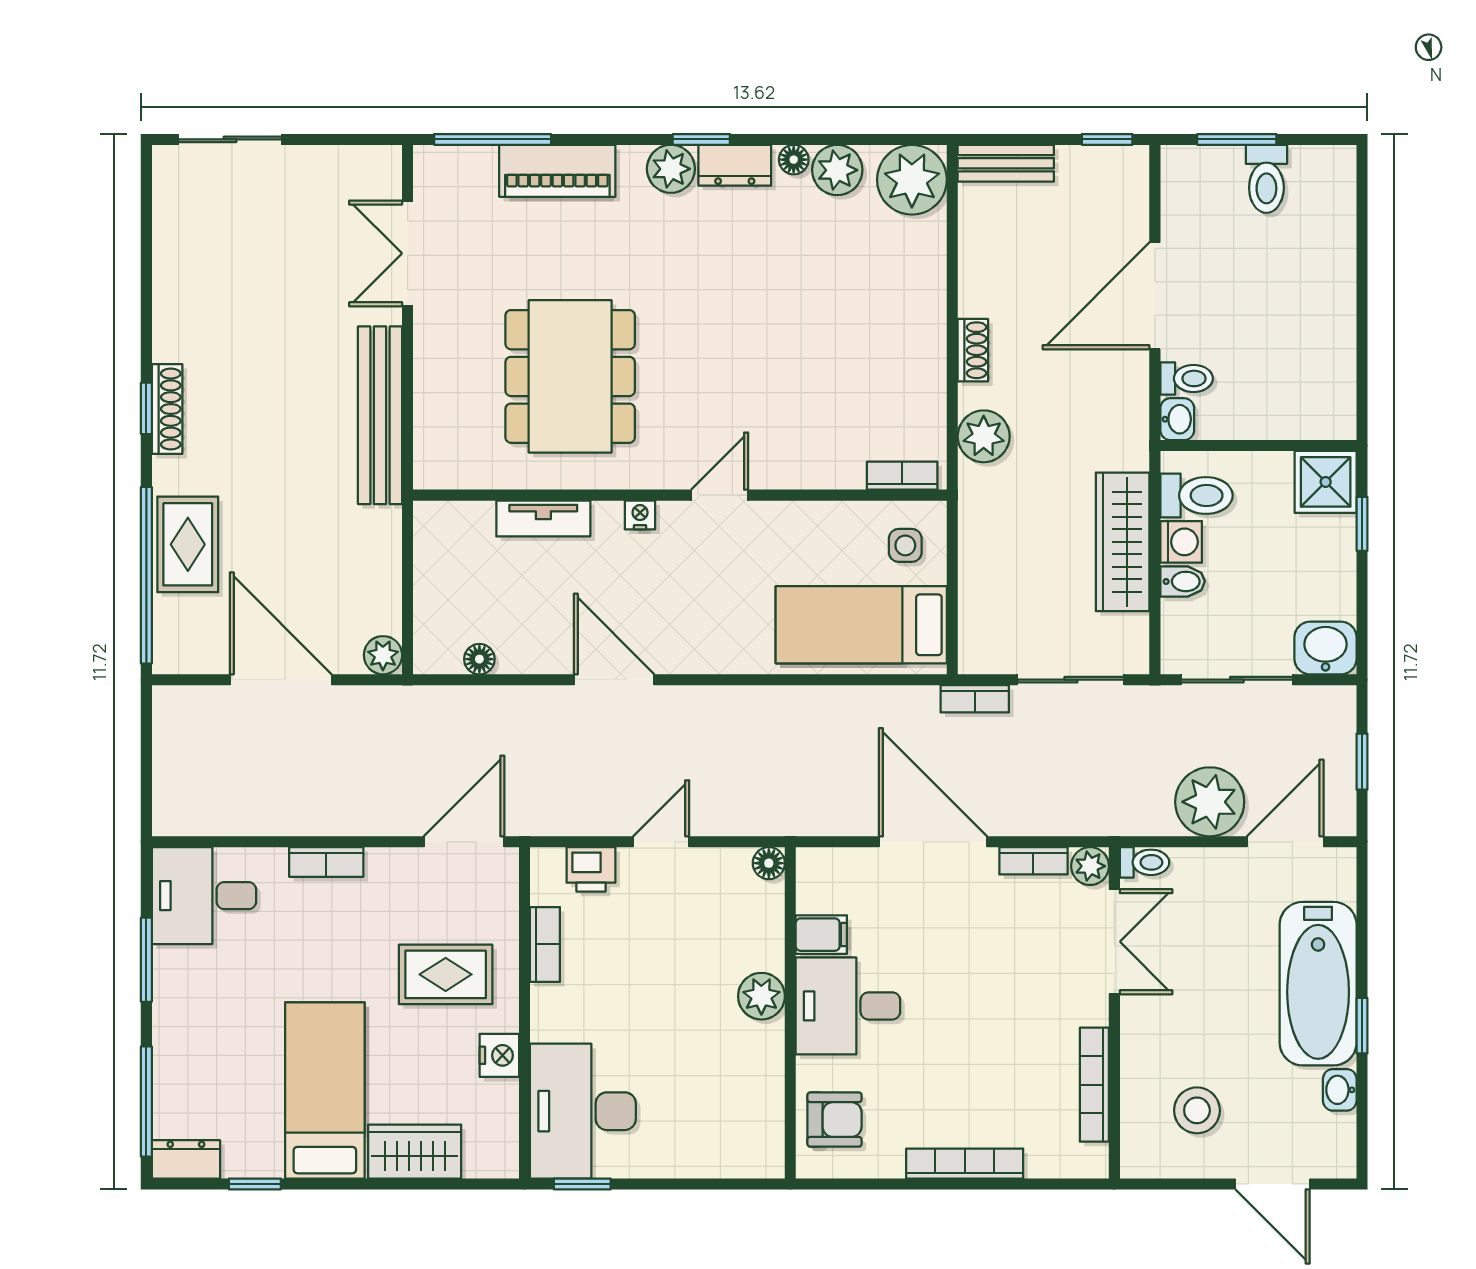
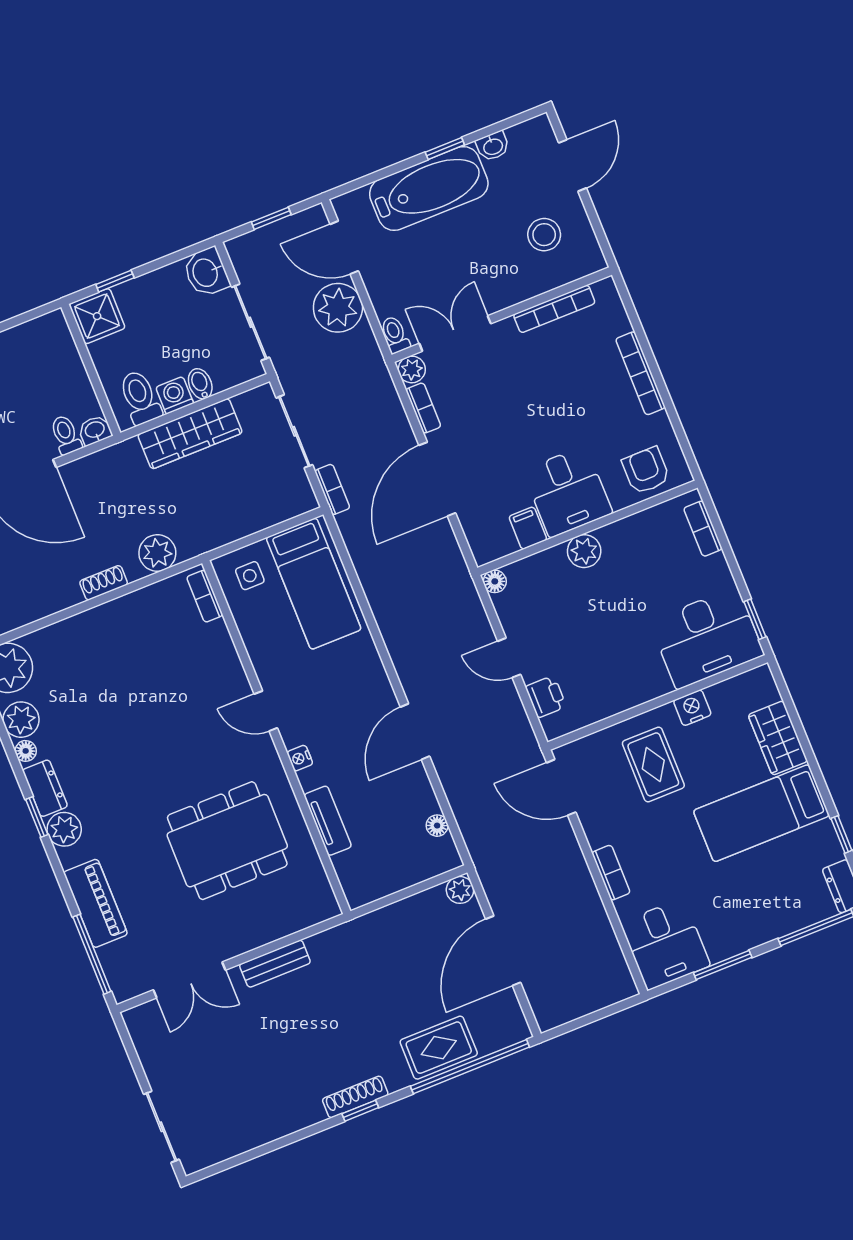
bench: (380, 415) -> (275, 964), width x0.54, depth x0.82
bookcase: (545, 944) -> (703, 529), moved, turned -90

